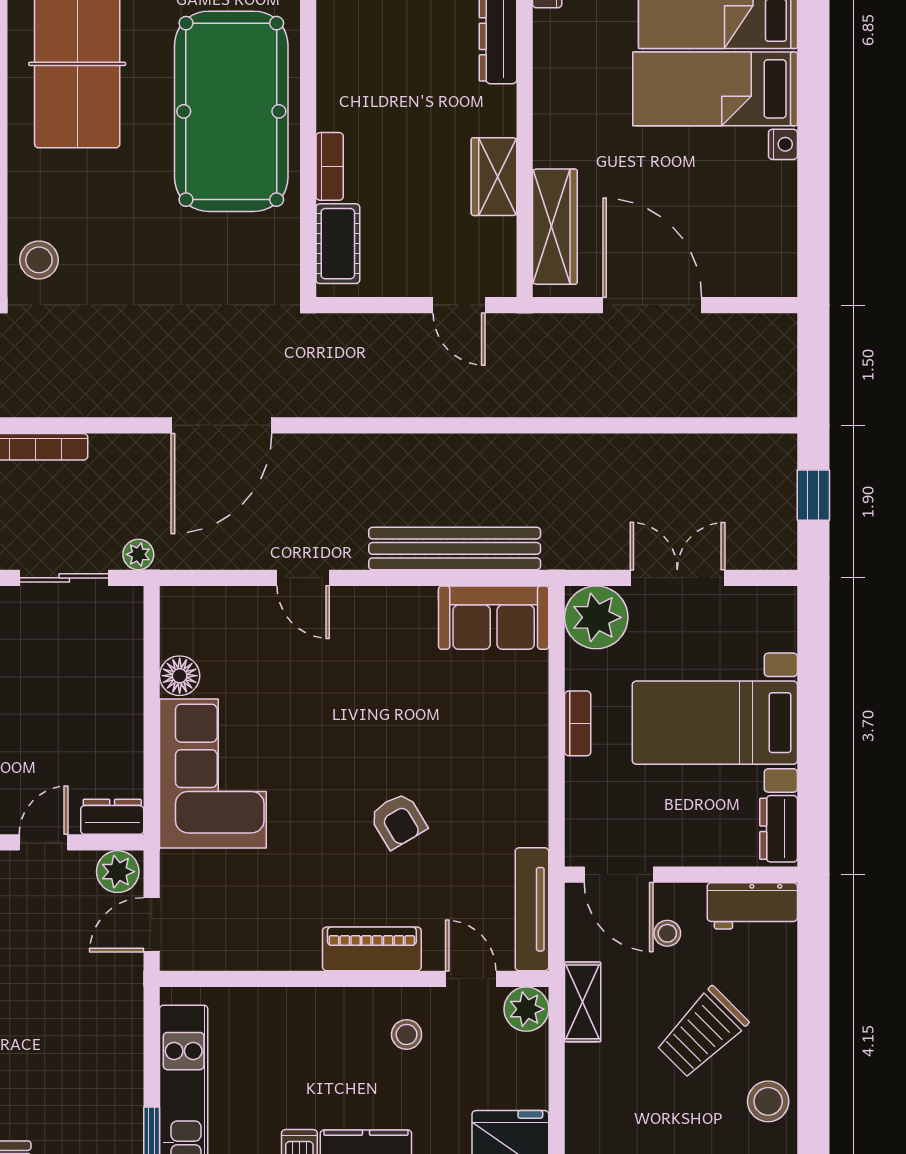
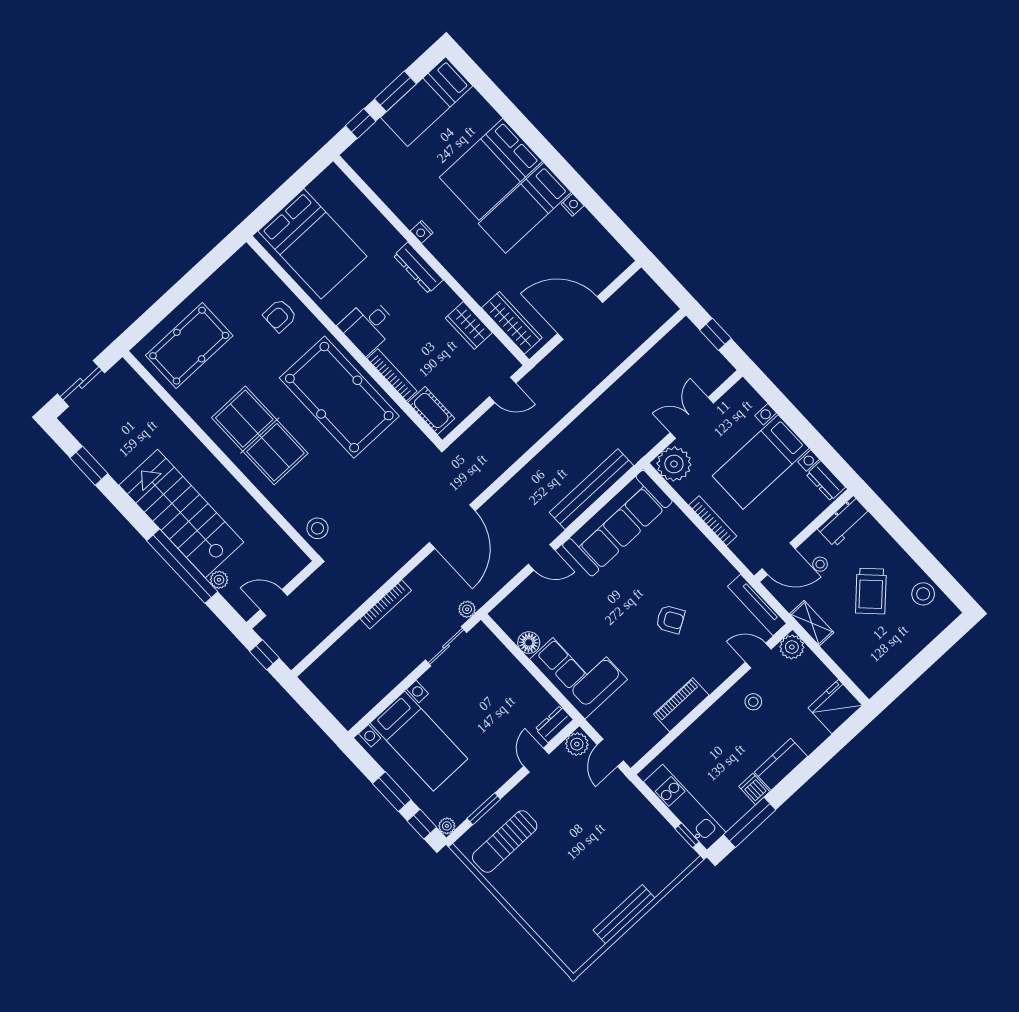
desk: (358, 52) -> (368, 326), added
bookcase: (330, 166) -> (392, 375), width x1.56
sofa: (494, 618) -> (617, 523), width x1.85, depth x1.27
bookcase: (578, 723) -> (713, 521), width x1.56
piano: (372, 949) -> (681, 705), moved

